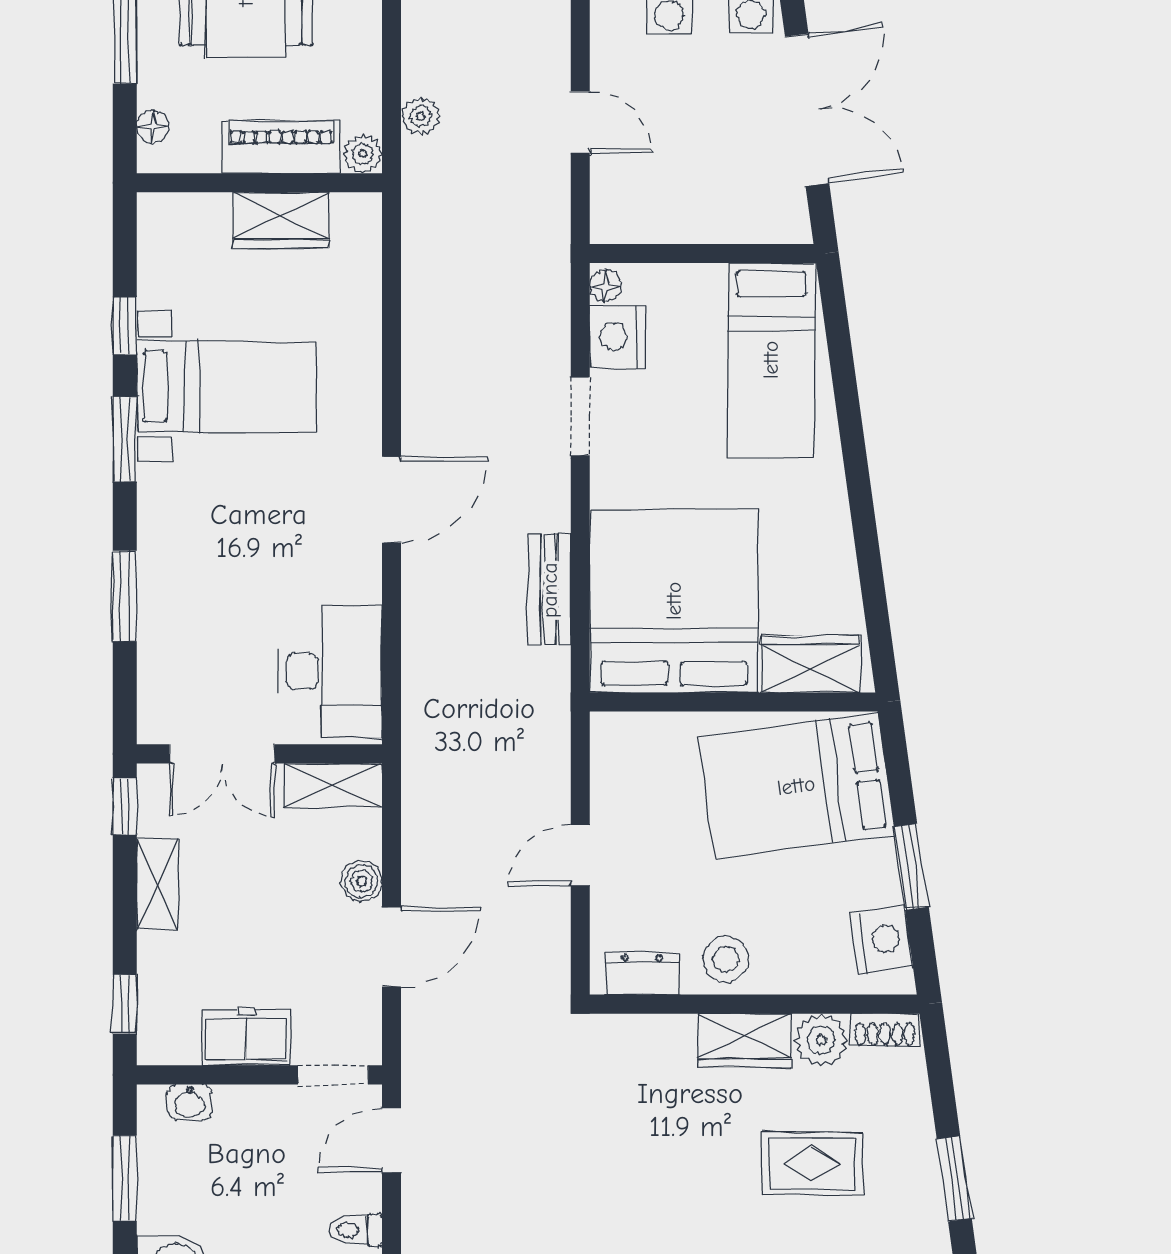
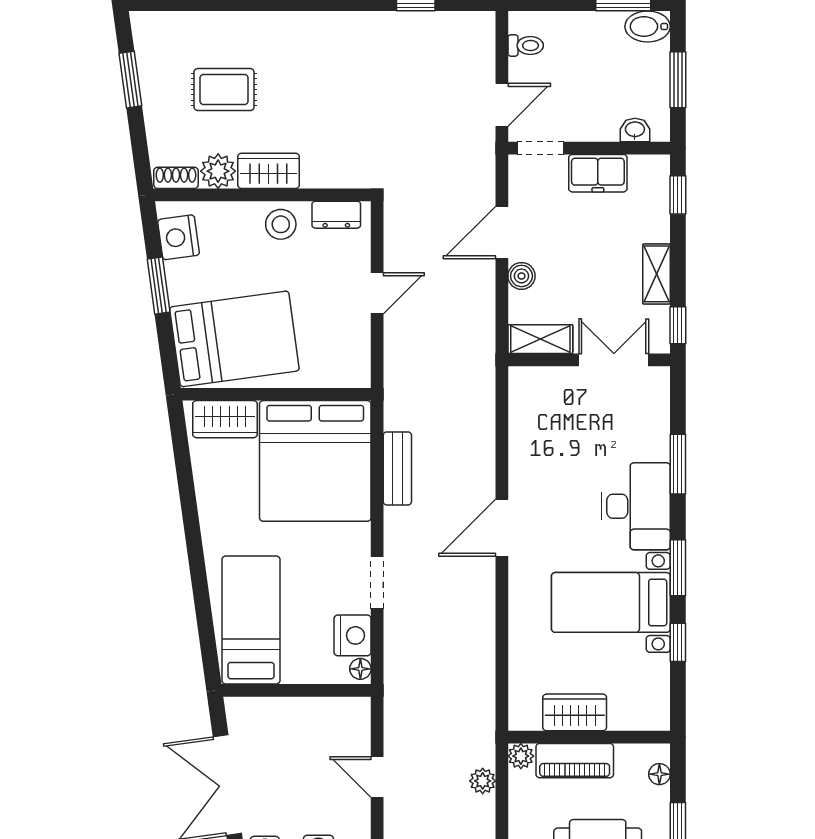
desk: (330, 671) -> (636, 506), moved, turned 180

